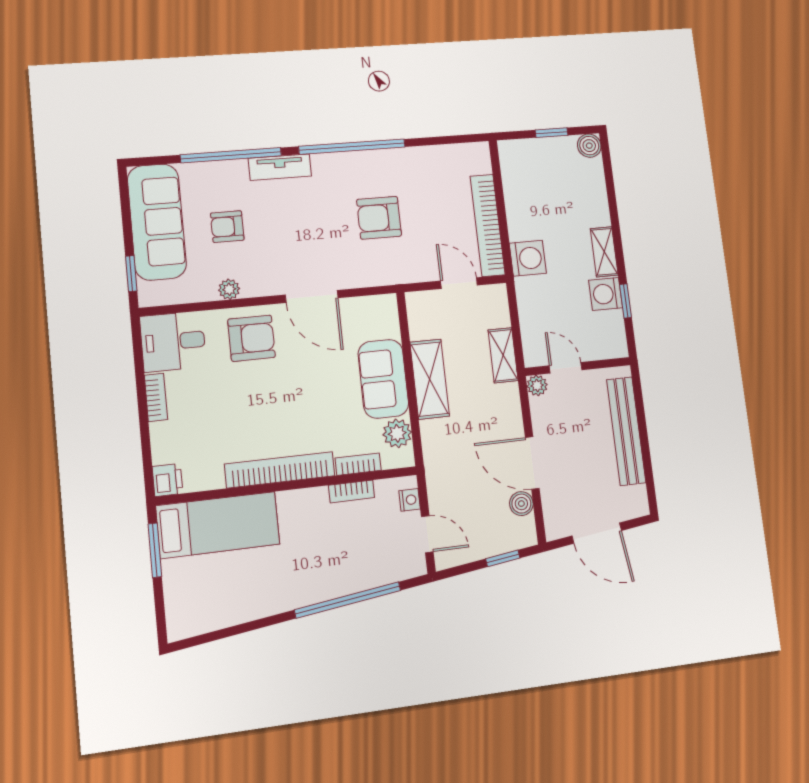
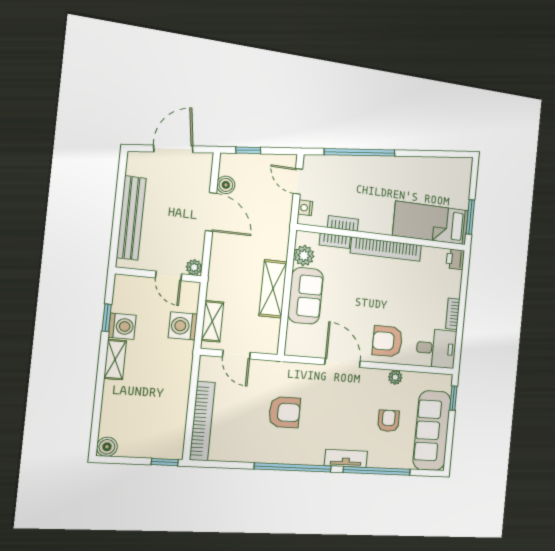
window: (552, 133) -> (165, 462), moved
bookcase: (488, 225) -> (202, 421), moved
armchair: (227, 227) -> (388, 421), turned -90
washing machine: (528, 258) -> (183, 326), moved
shelving: (503, 355) -> (212, 321), moved
door: (597, 533) -> (173, 149), hinge flipped

